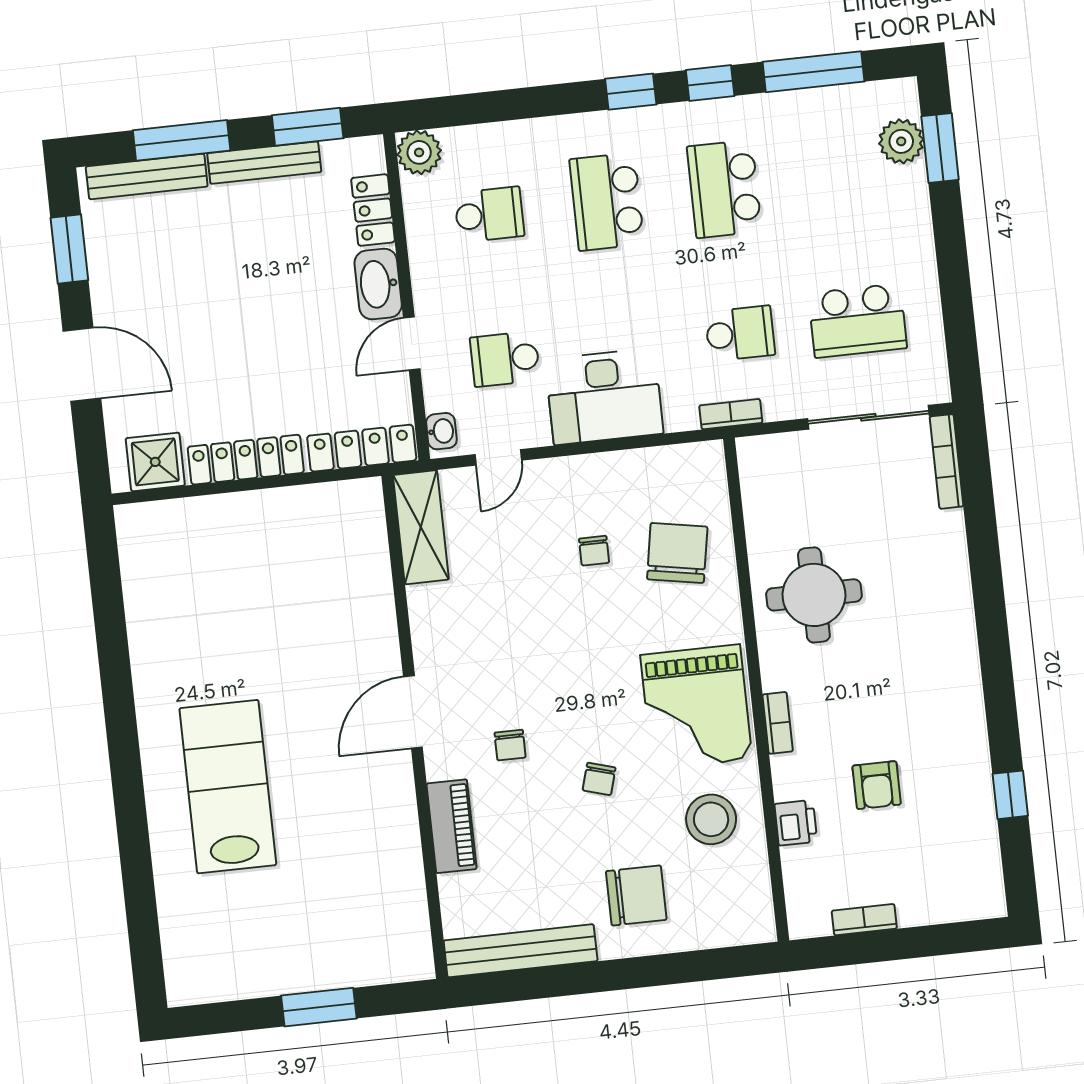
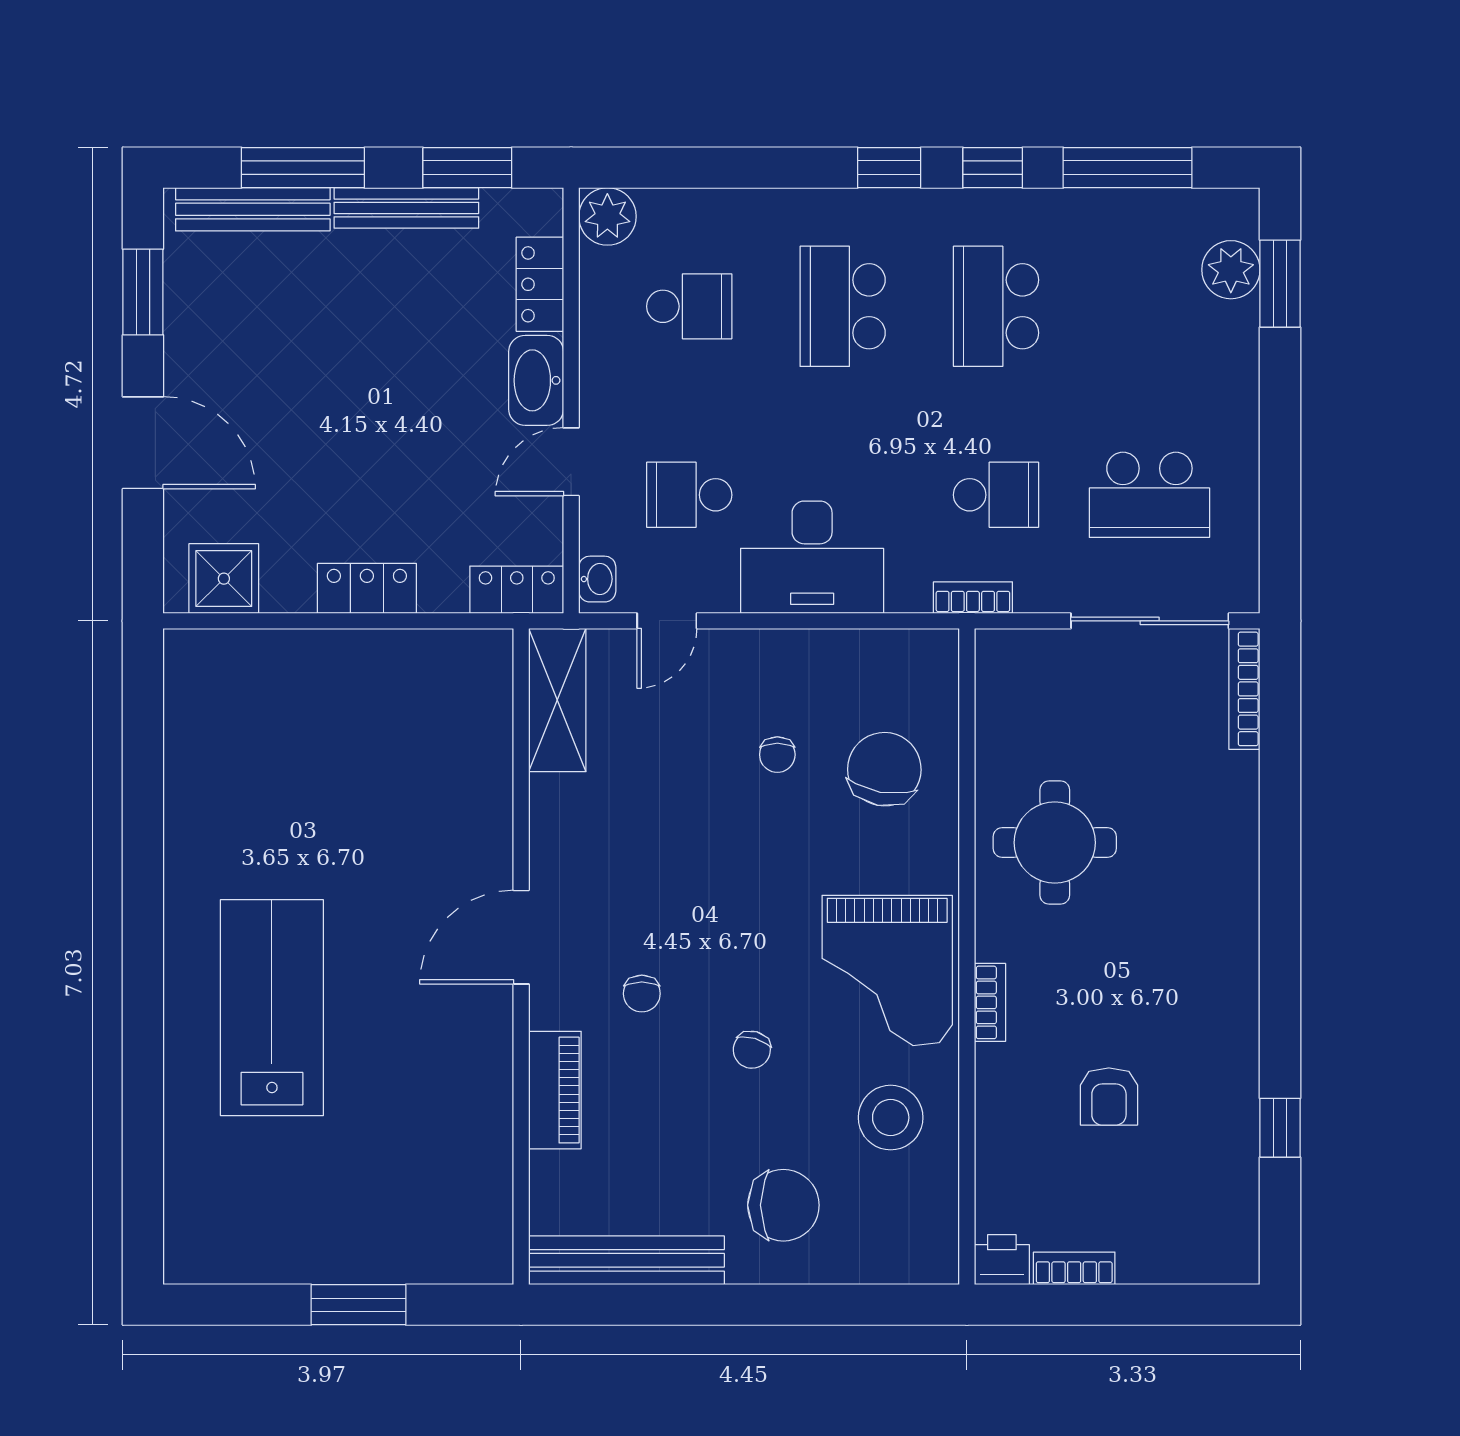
locker: (362, 448) -> (517, 590), width x0.66
locker: (246, 460) -> (367, 588), width x0.66
printer: (796, 823) -> (1002, 1260), moved, turned -90

